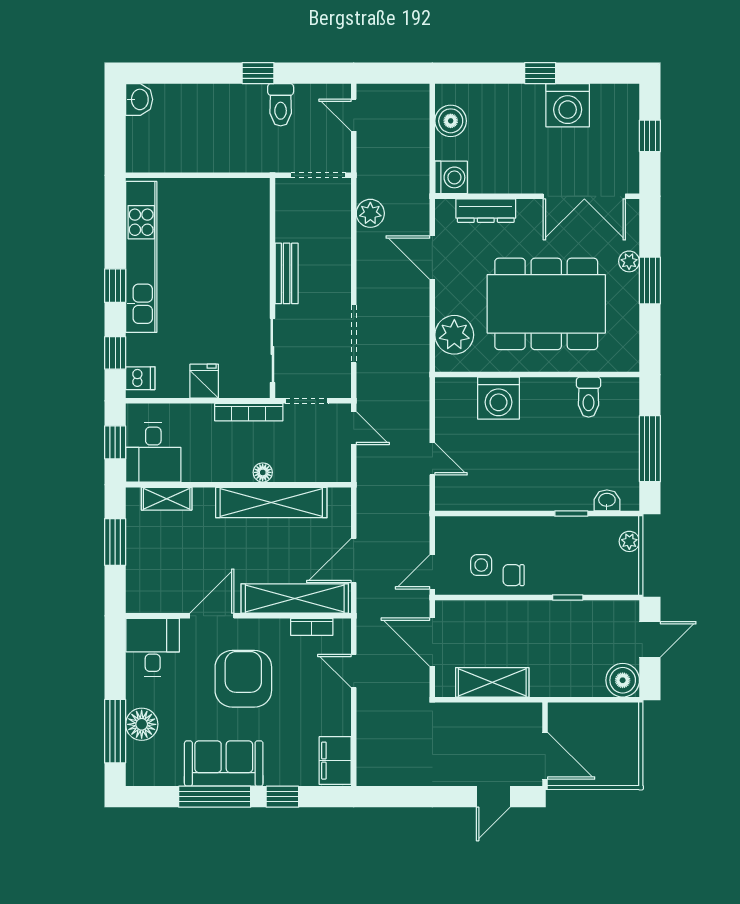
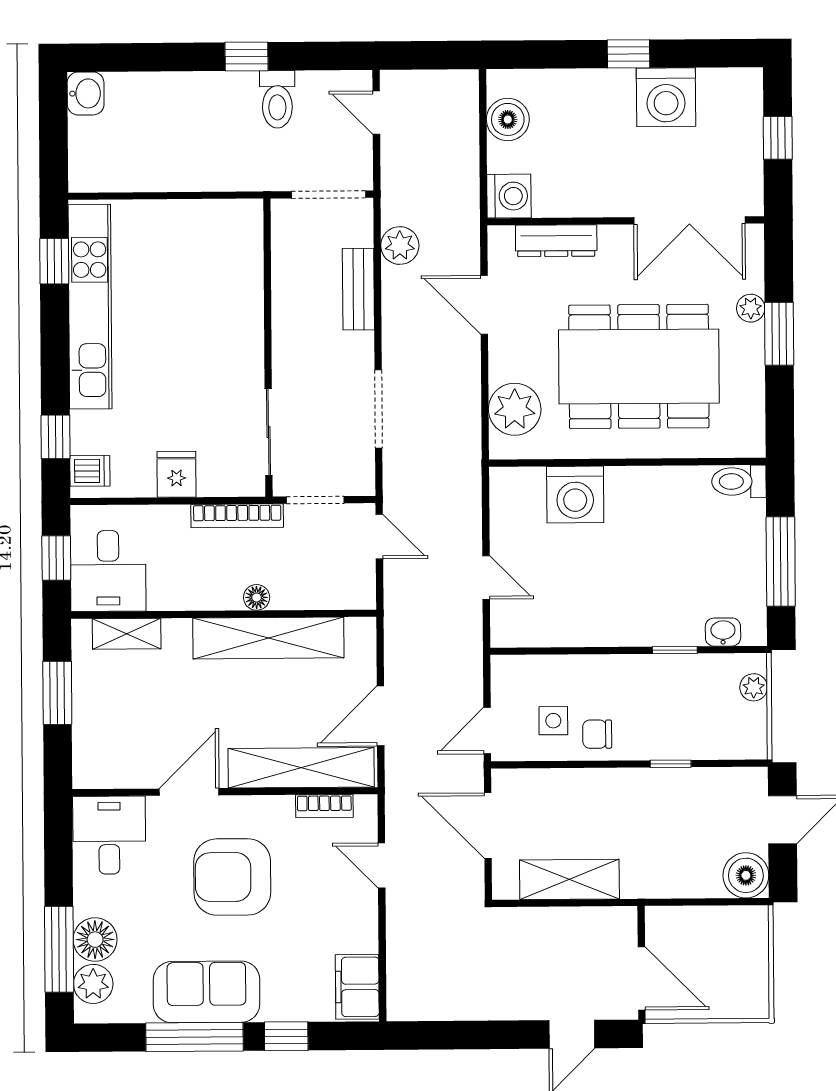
bench: (287, 273) -> (358, 289), moved
window: (115, 286) -> (54, 261), moved
toilet: (589, 397) -> (739, 481), moved, turned 90
armchair: (243, 679) -> (232, 877), turned -90
plant: (140, 757) -> (93, 984), added

